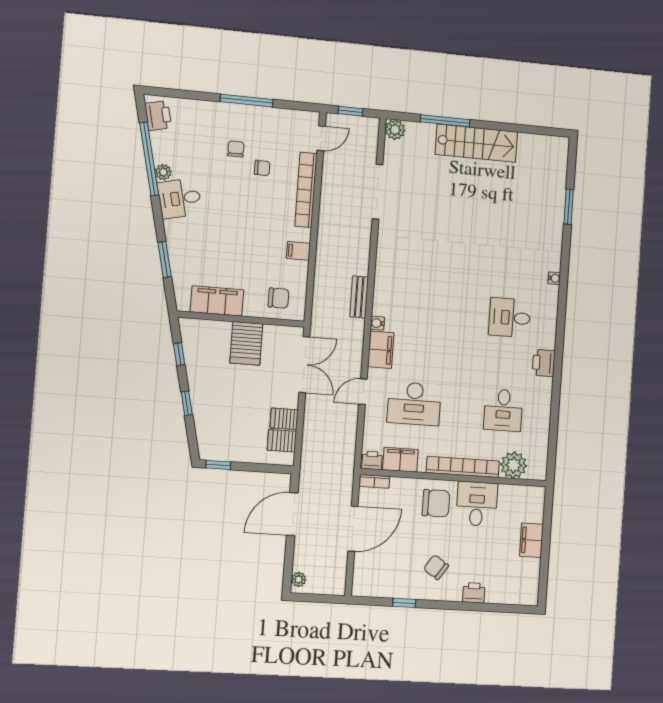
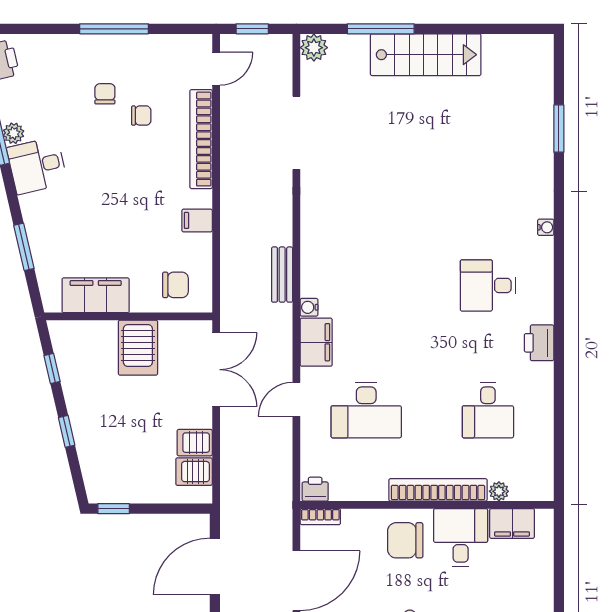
filing cabinet: (400, 460) -> (353, 486), removed
plant: (514, 465) -> (499, 491), width x0.53, depth x0.53
chair: (436, 503) -> (405, 540), turned 180
filing cabinet: (531, 540) -> (512, 524), moved, turned -90

